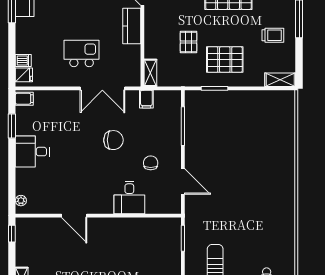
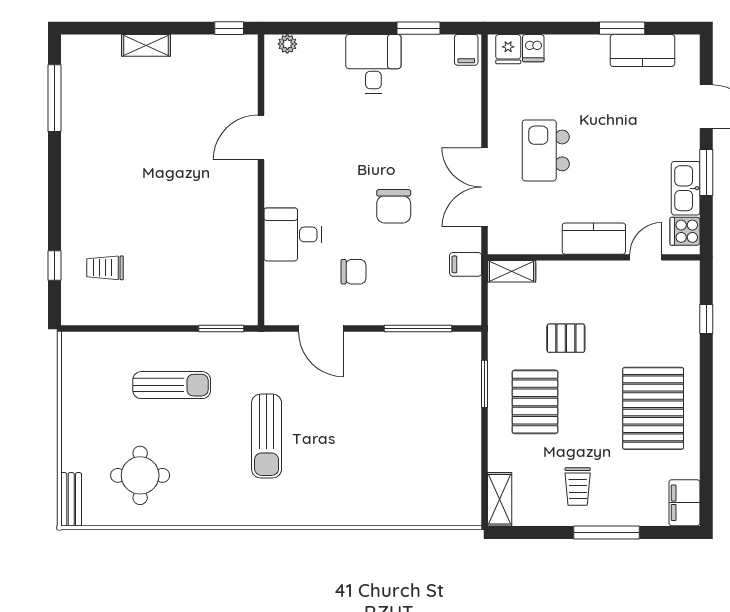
kitchen island: (82, 53) -> (546, 150), turned 180
door: (183, 181) -> (321, 329), hinge flipped
sun lounger: (244, 212) -> (267, 436), added

